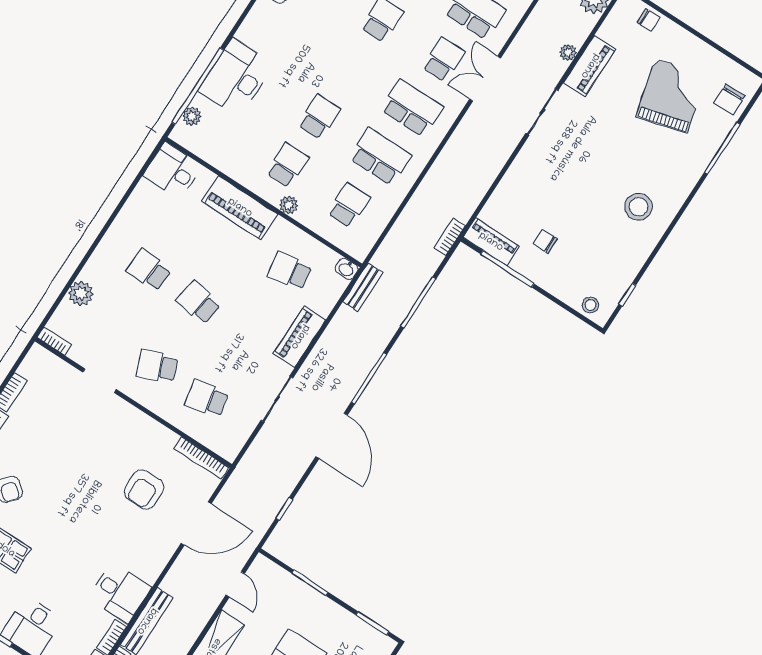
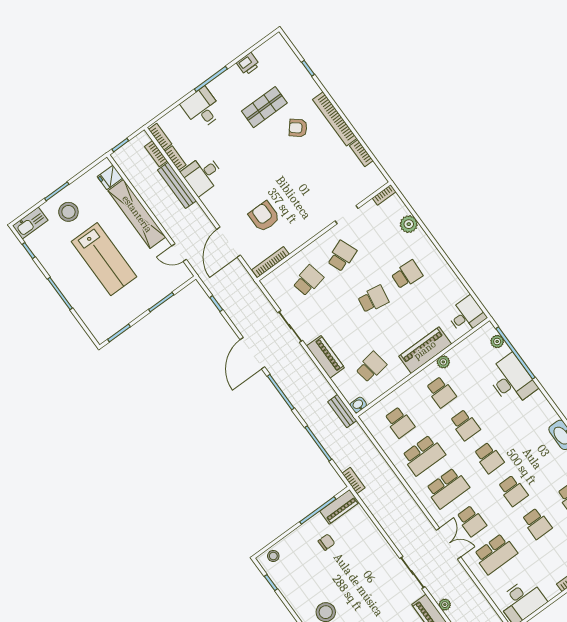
school desk: (351, 68) -> (489, 458), added
plant: (289, 205) -> (443, 362), moved
door: (332, 436) -> (252, 353), hinge flipped

